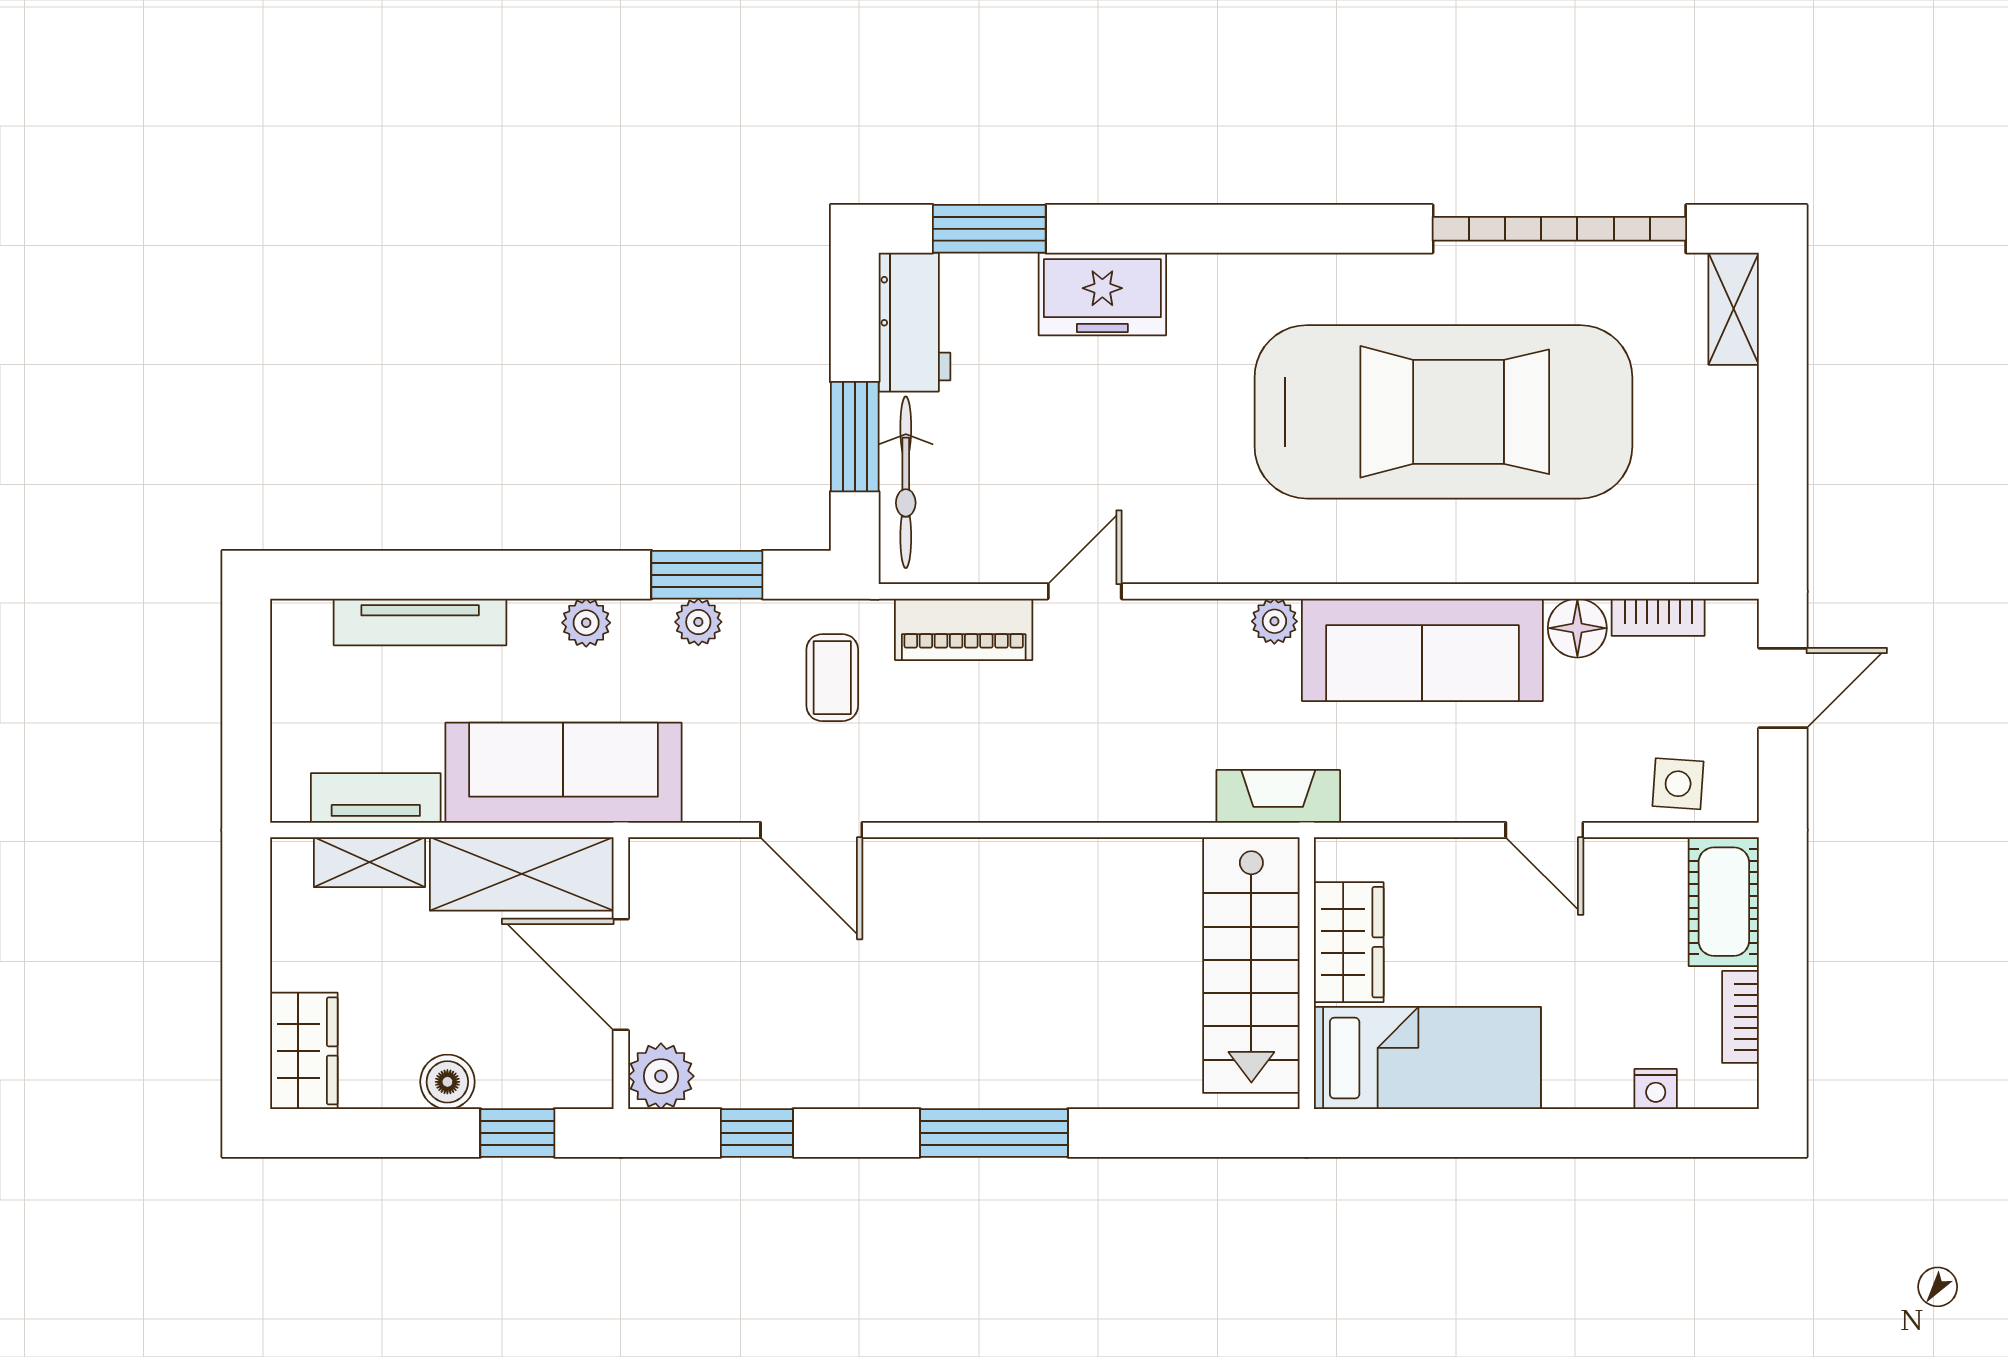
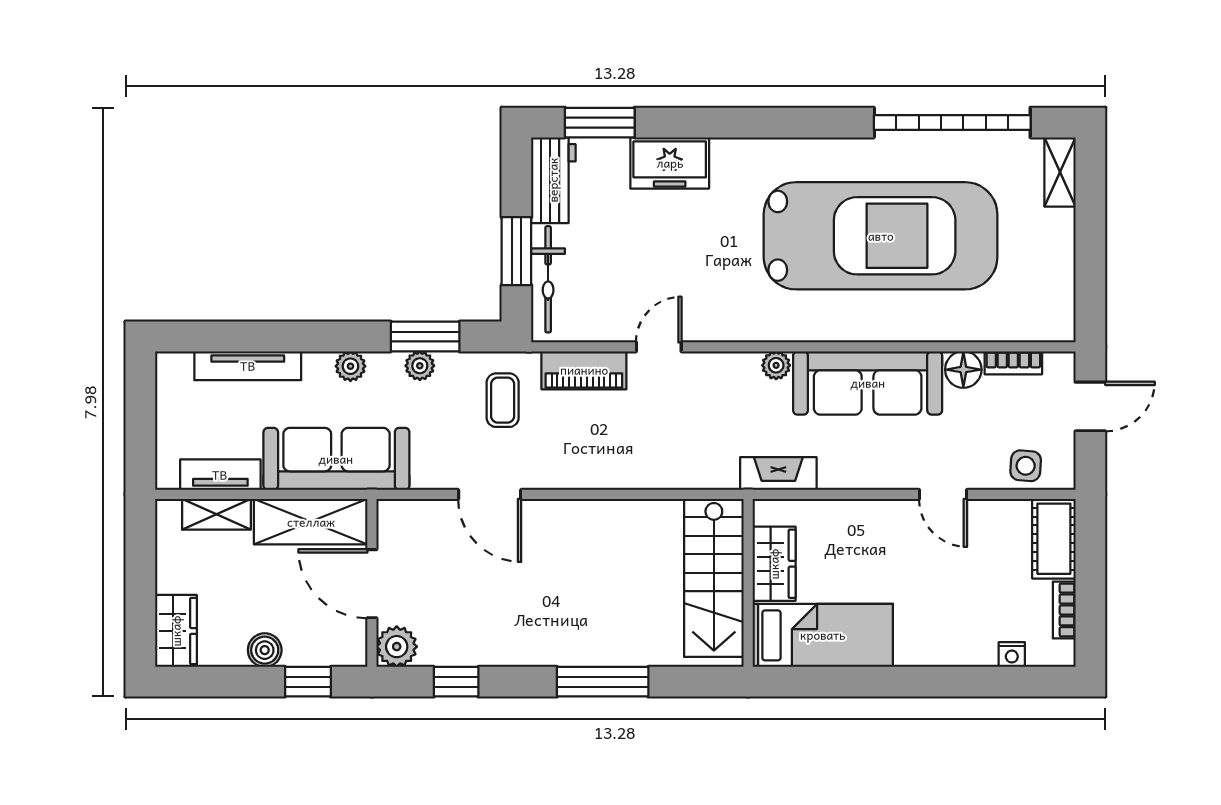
wardrobe: (1349, 942) -> (774, 564), moved
stairs: (1251, 965) -> (714, 578), moved
wall: (1307, 973) -> (748, 583), moved
bed: (1427, 1058) -> (823, 635), moved

